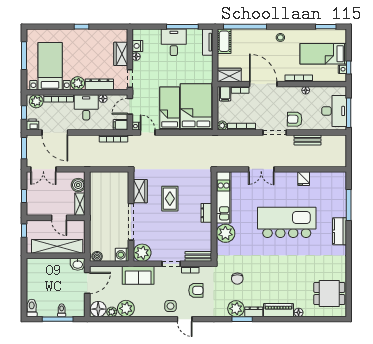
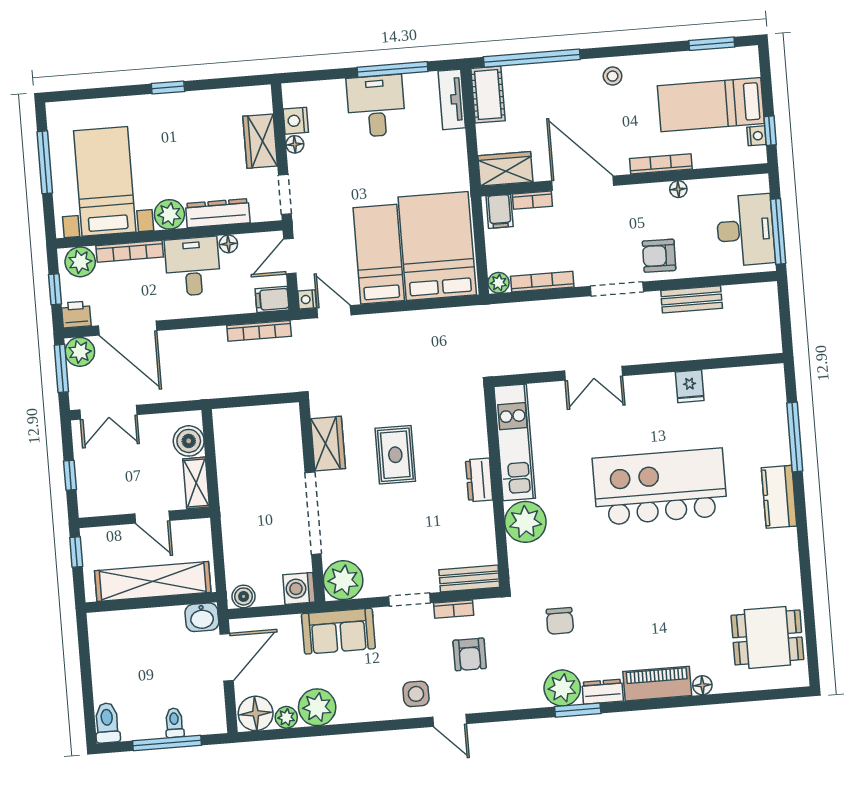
plant: (33, 141) -> (80, 352), added
armchair: (196, 290) -> (470, 654), turned 90

